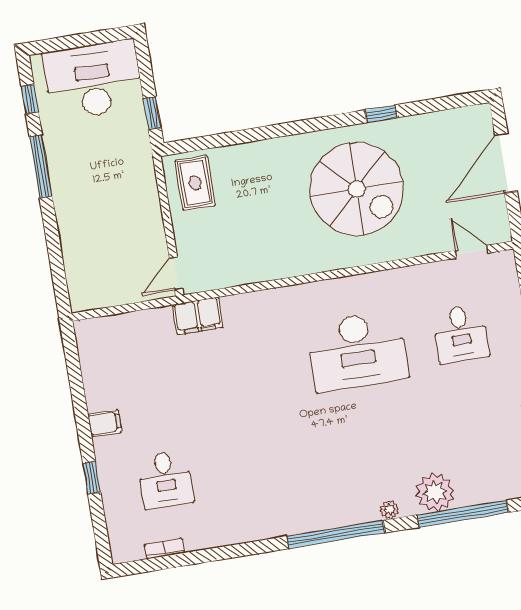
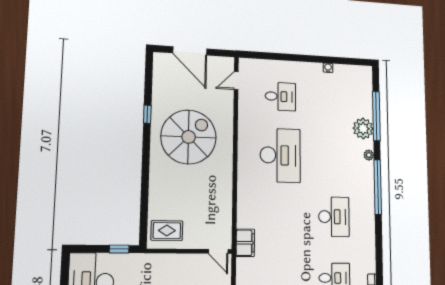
desk: (269, 463) -> (334, 217), added

